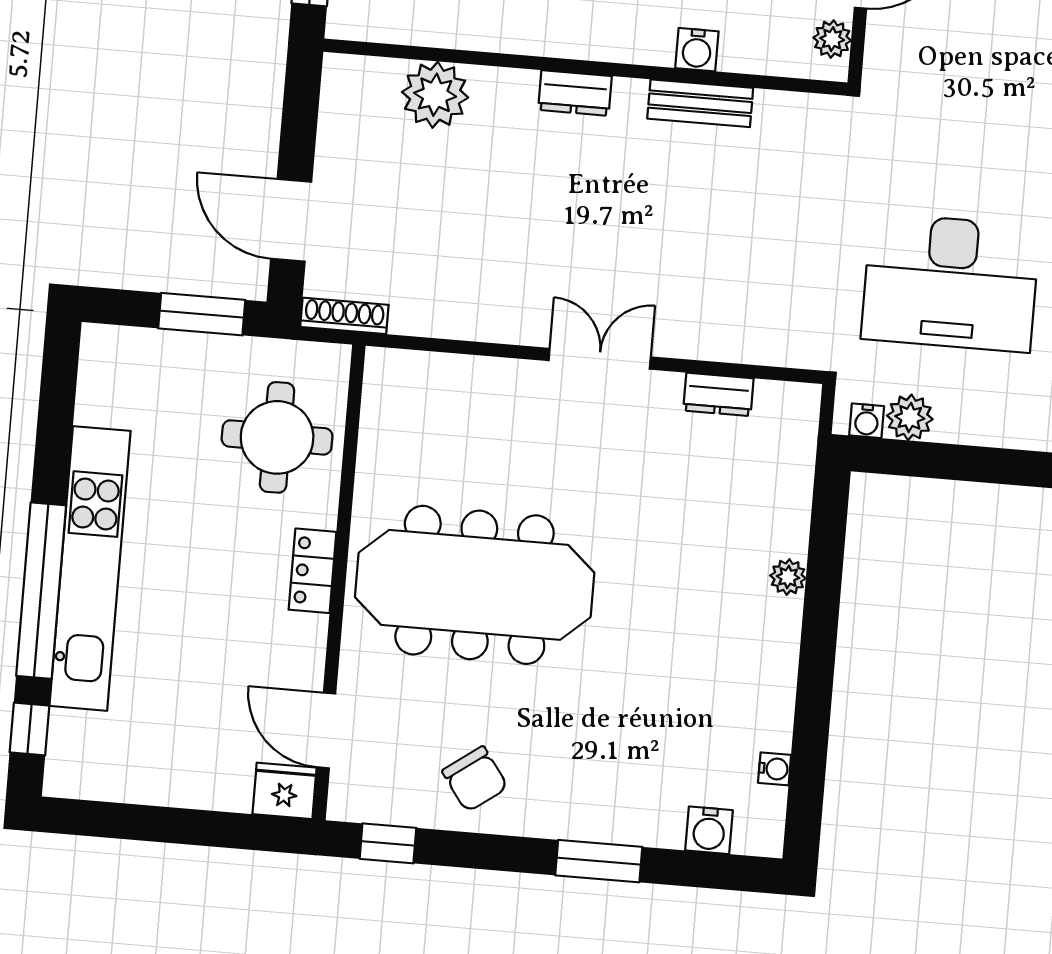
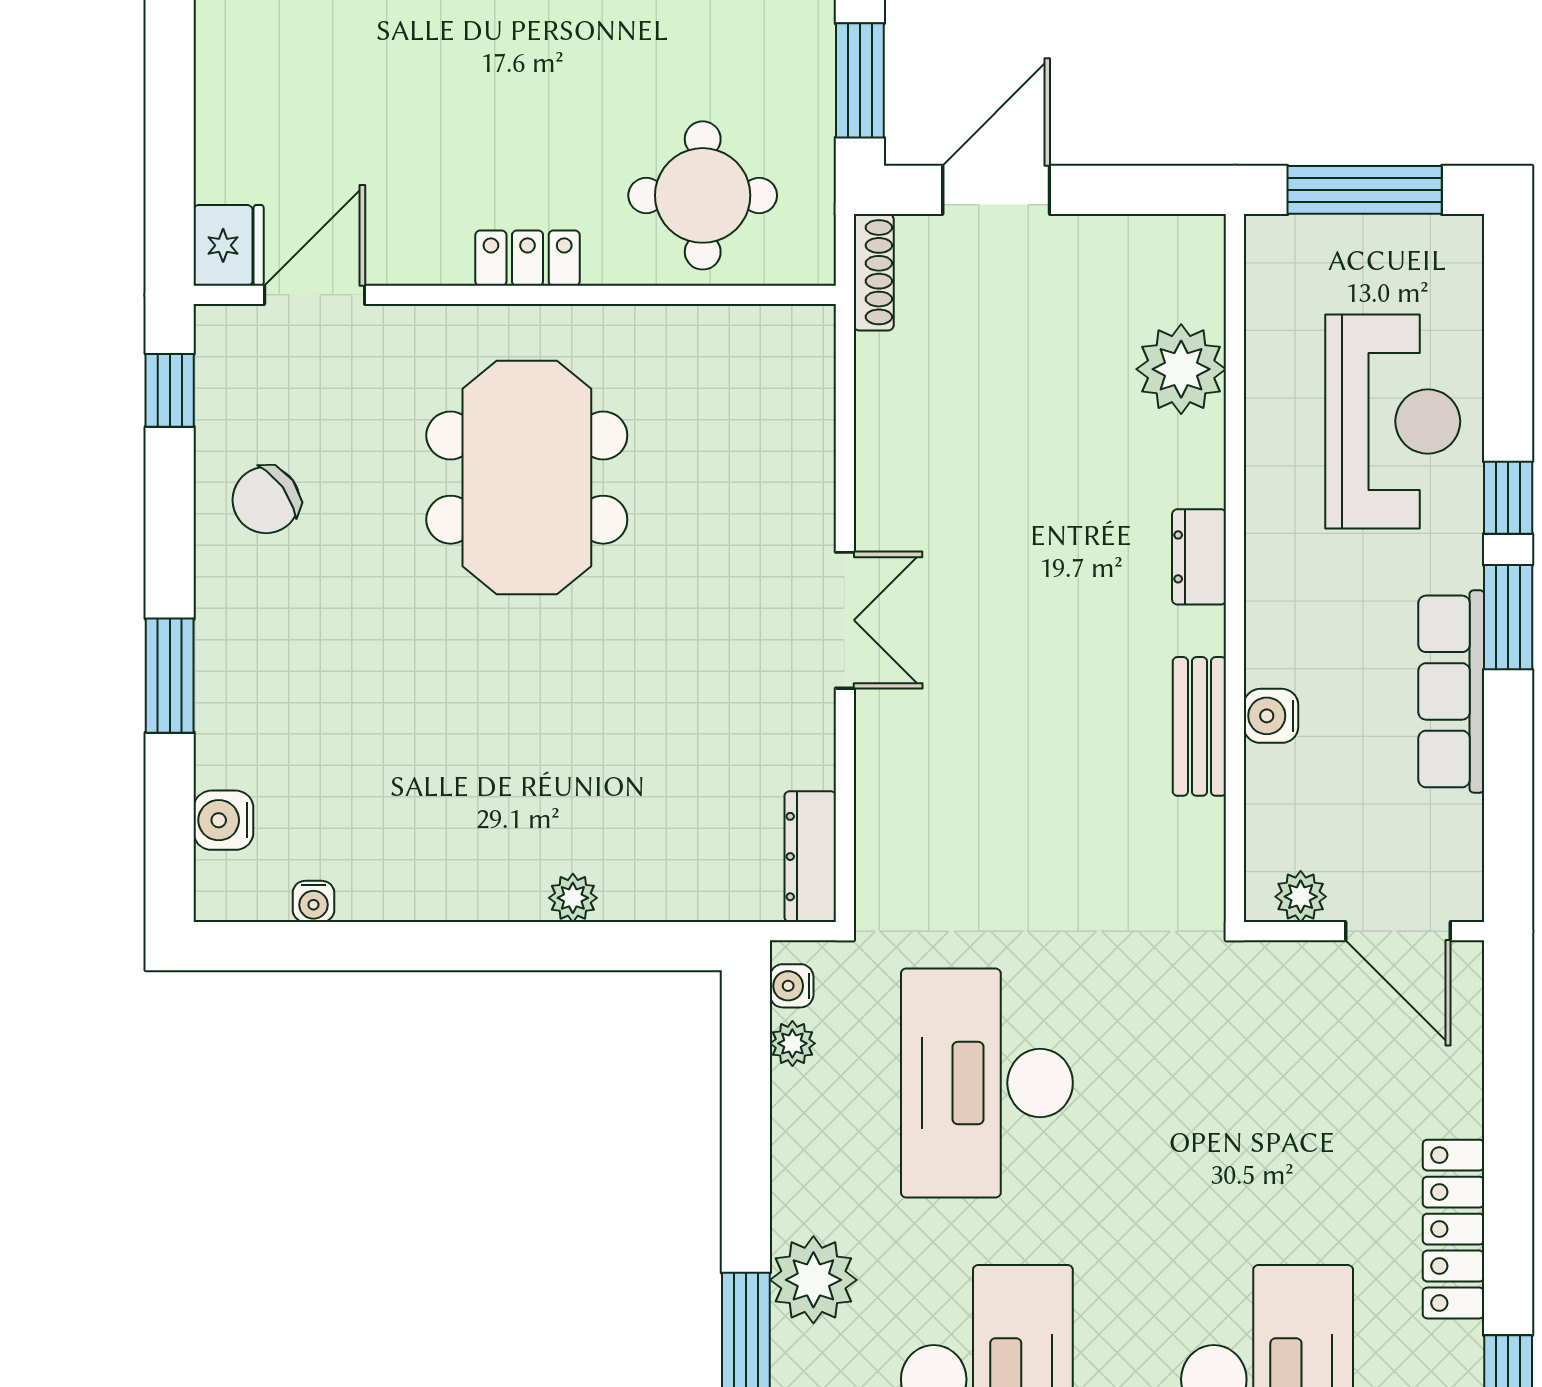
dresser: (718, 394) -> (810, 857), moved, width x1.44
plant: (910, 417) -> (792, 1043), width x0.73, depth x0.73
meeting table: (475, 585) -> (527, 478), width x0.73

